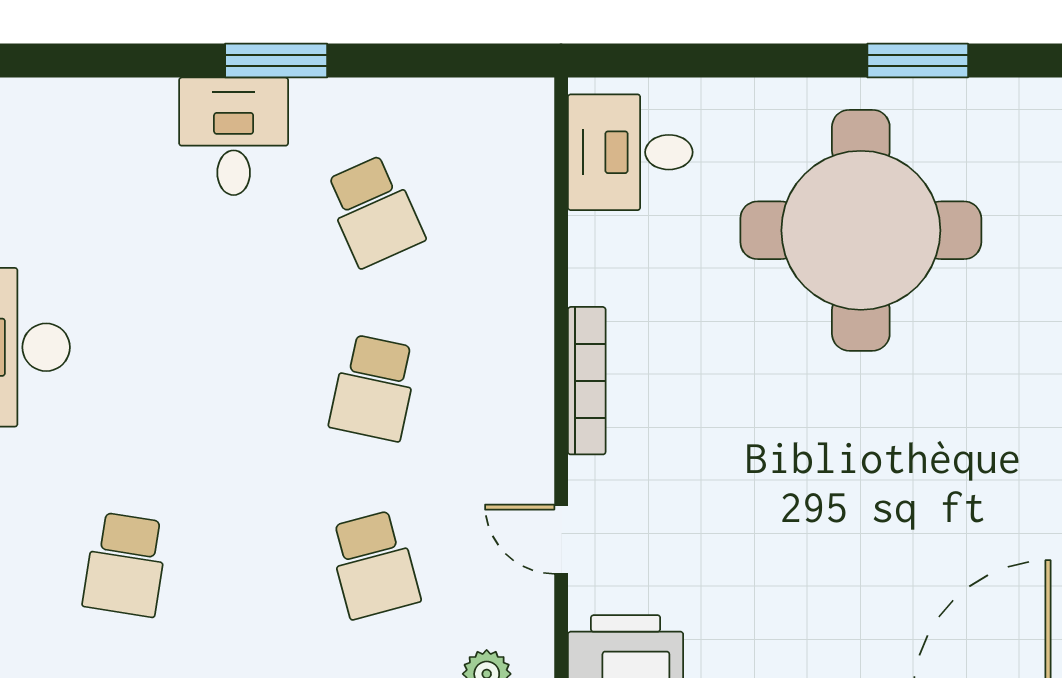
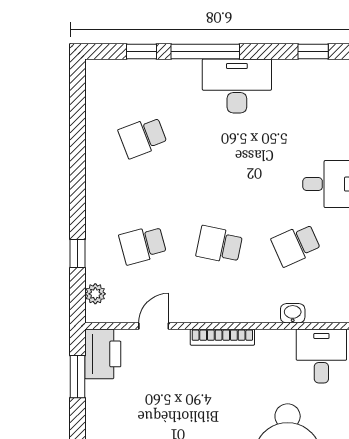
washbasin: (532, 219) -> (293, 313), added
school desk: (126, 565) -> (143, 137), turned -30

